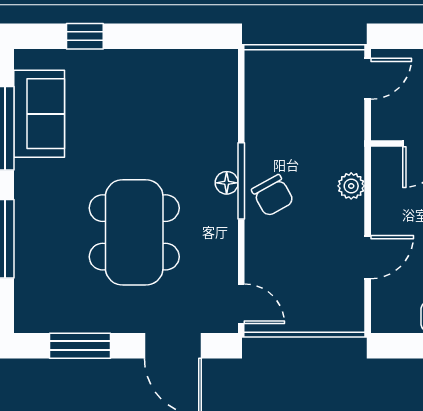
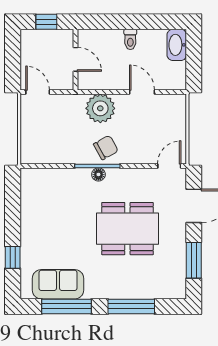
plant: (351, 186) -> (100, 108), width x1.88, depth x1.88

